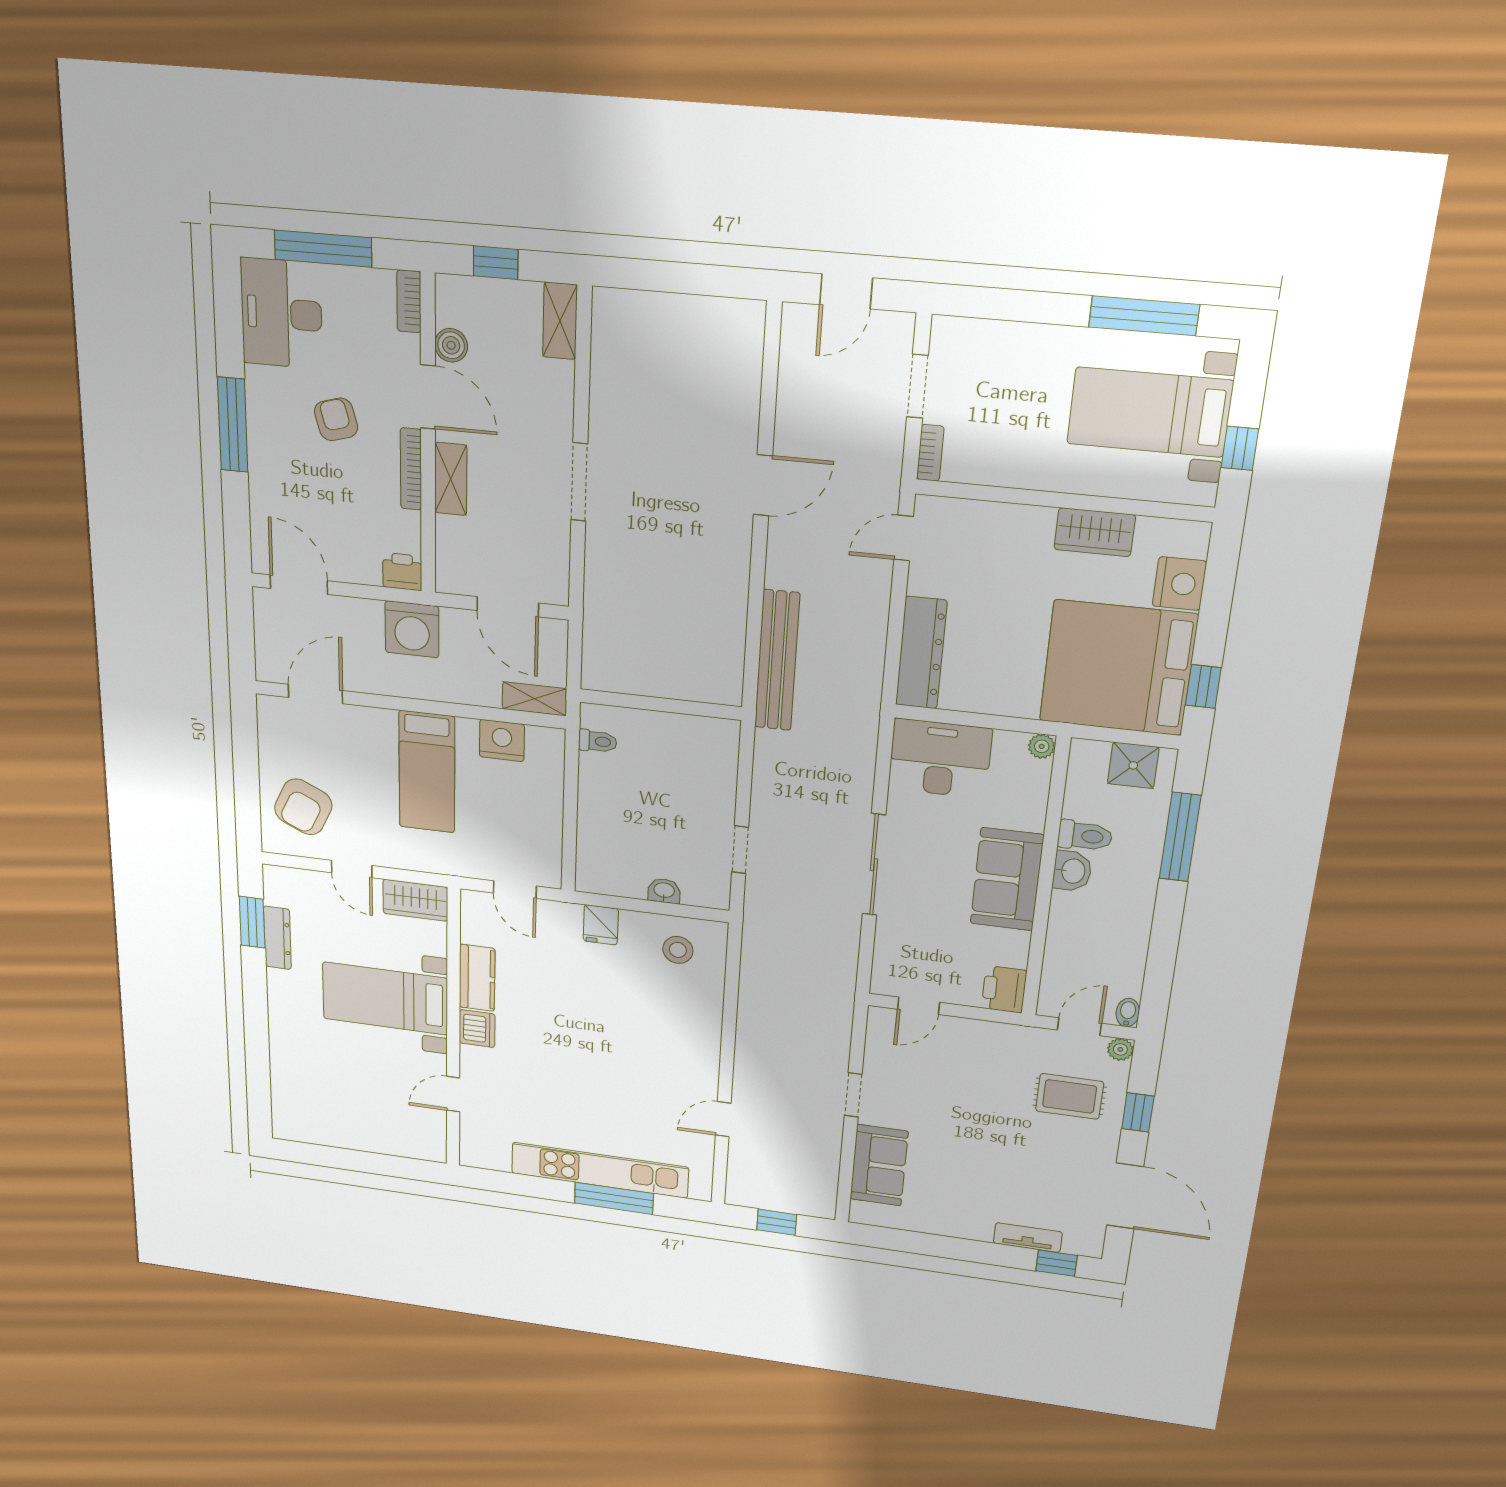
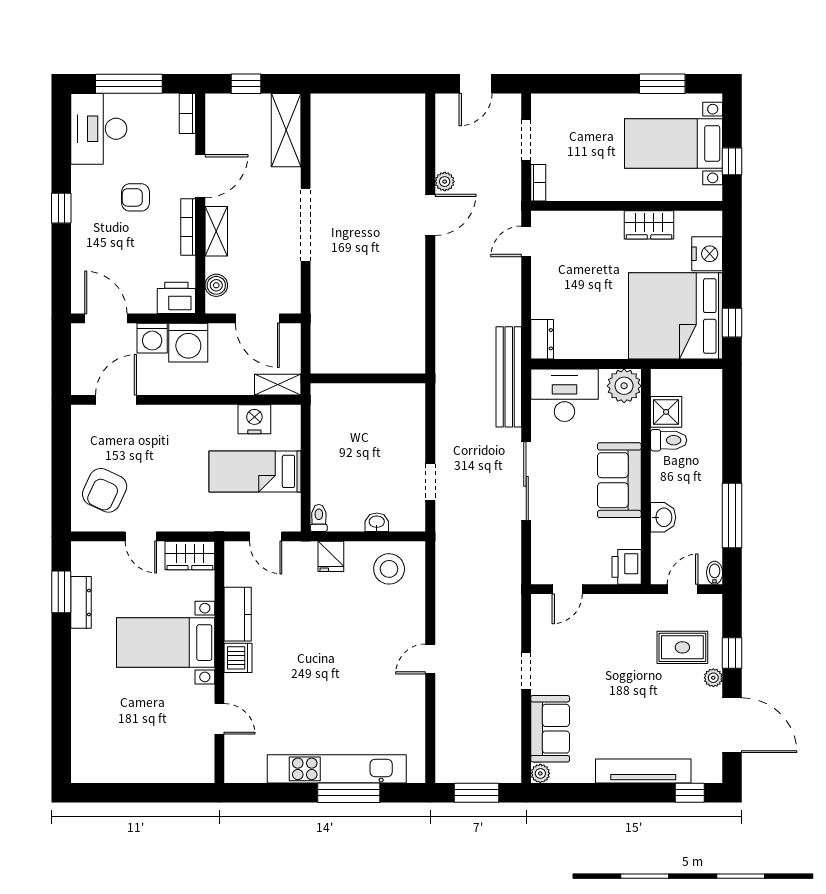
window: (1144, 316) -> (662, 84), width x0.69
shelving: (560, 321) -> (286, 130), width x1.50, depth x1.33
boiler: (451, 345) -> (216, 285), moved
door: (428, 397) -> (200, 176), hinge flipped
armchair: (336, 419) -> (136, 197), turned -74
window: (233, 425) -> (61, 208), width x0.46
plant: (788, 438) -> (445, 182), added
doorway: (579, 482) -> (306, 225), width x1.36
printer: (402, 572) -> (176, 298), width x1.36, depth x1.24
washing machine: (362, 618) -> (152, 338), added
dresser: (921, 653) -> (542, 339), width x0.51, depth x0.80
bench: (777, 661) -> (509, 377), moved
toilet: (598, 741) -> (319, 518), moved, turned -90
plant: (1042, 746) -> (624, 386), width x1.88, depth x1.88
shower: (1133, 765) -> (666, 412), moved
bed: (427, 772) -> (255, 471), moved, turned 90
window: (1180, 837) -> (732, 515), moved
washbasin: (1072, 871) -> (663, 517), moved
stool: (678, 950) -> (389, 569), width x1.38, depth x1.38
plant: (1120, 1049) -> (713, 678), moved
door: (453, 1094) -> (219, 719), swing flipped
door: (723, 1119) -> (430, 659), moved
plant: (861, 1213) -> (540, 773), added
window: (777, 1222) -> (476, 793), width x1.50
tv unit: (1028, 1238) -> (643, 771), width x1.92, depth x1.29

